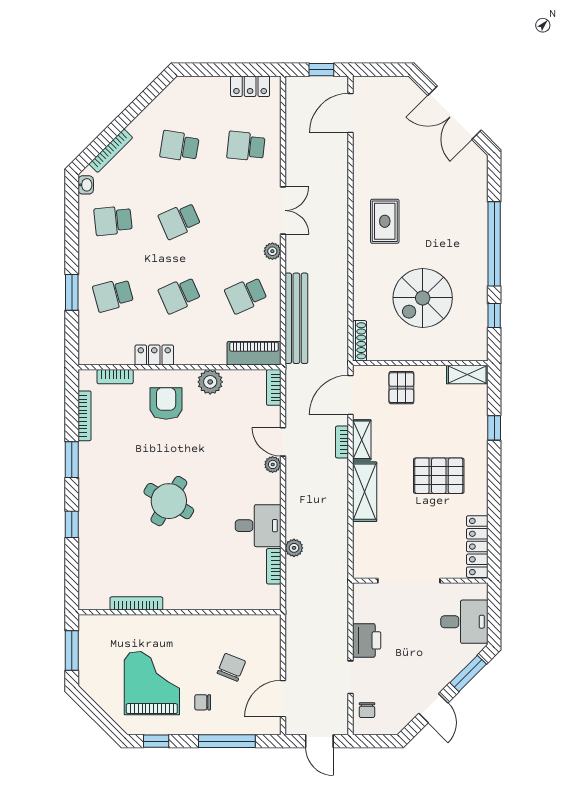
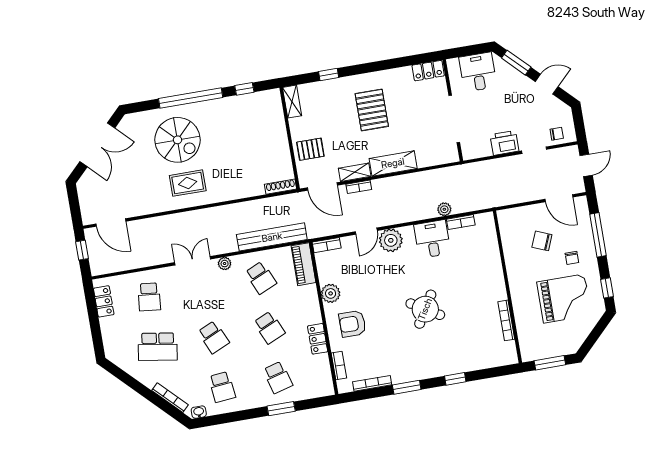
school desk: (180, 146) -> (158, 347), width x1.85
spiral stairs: (423, 298) -> (178, 140), moved
plant: (273, 464) -> (391, 240), width x1.87, depth x1.87
locker: (477, 547) -> (428, 71), width x0.66
grand piano: (152, 683) -> (564, 299), turned 180

